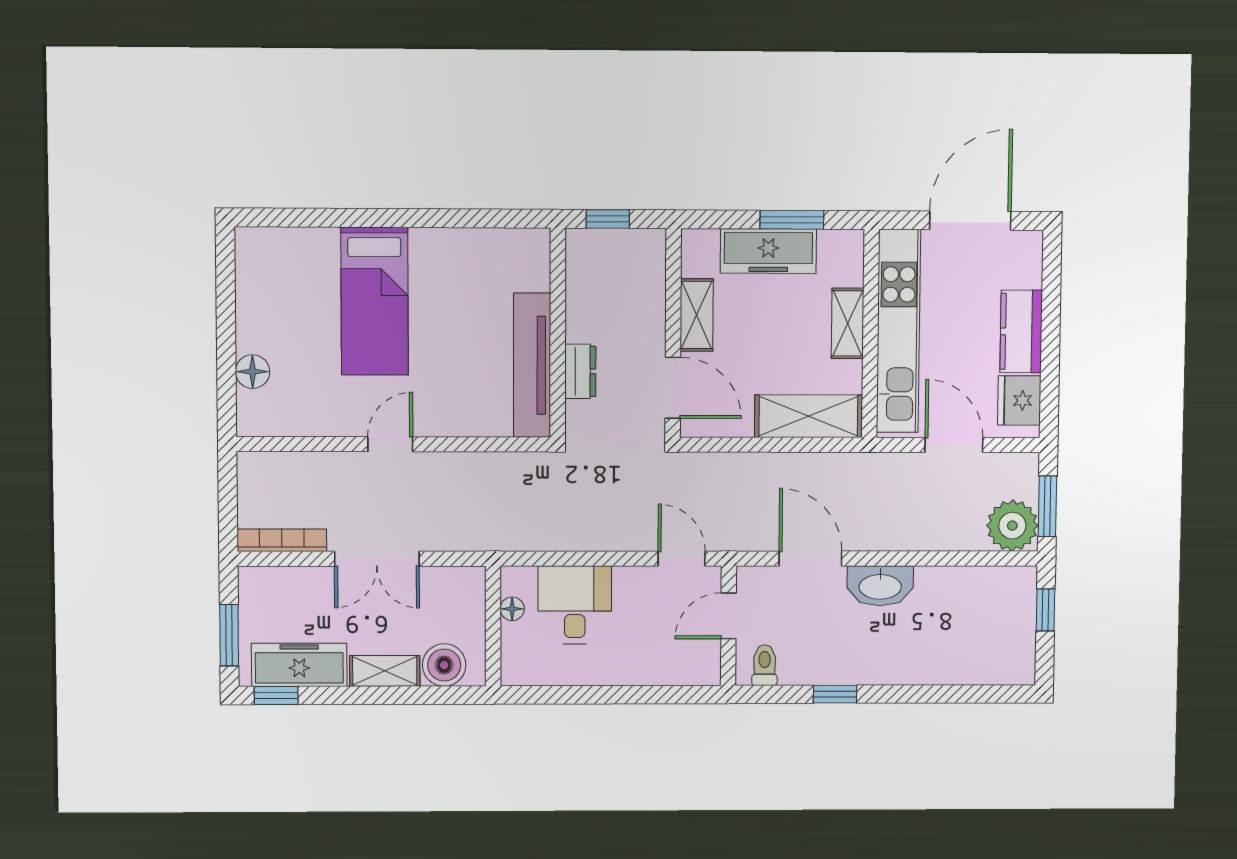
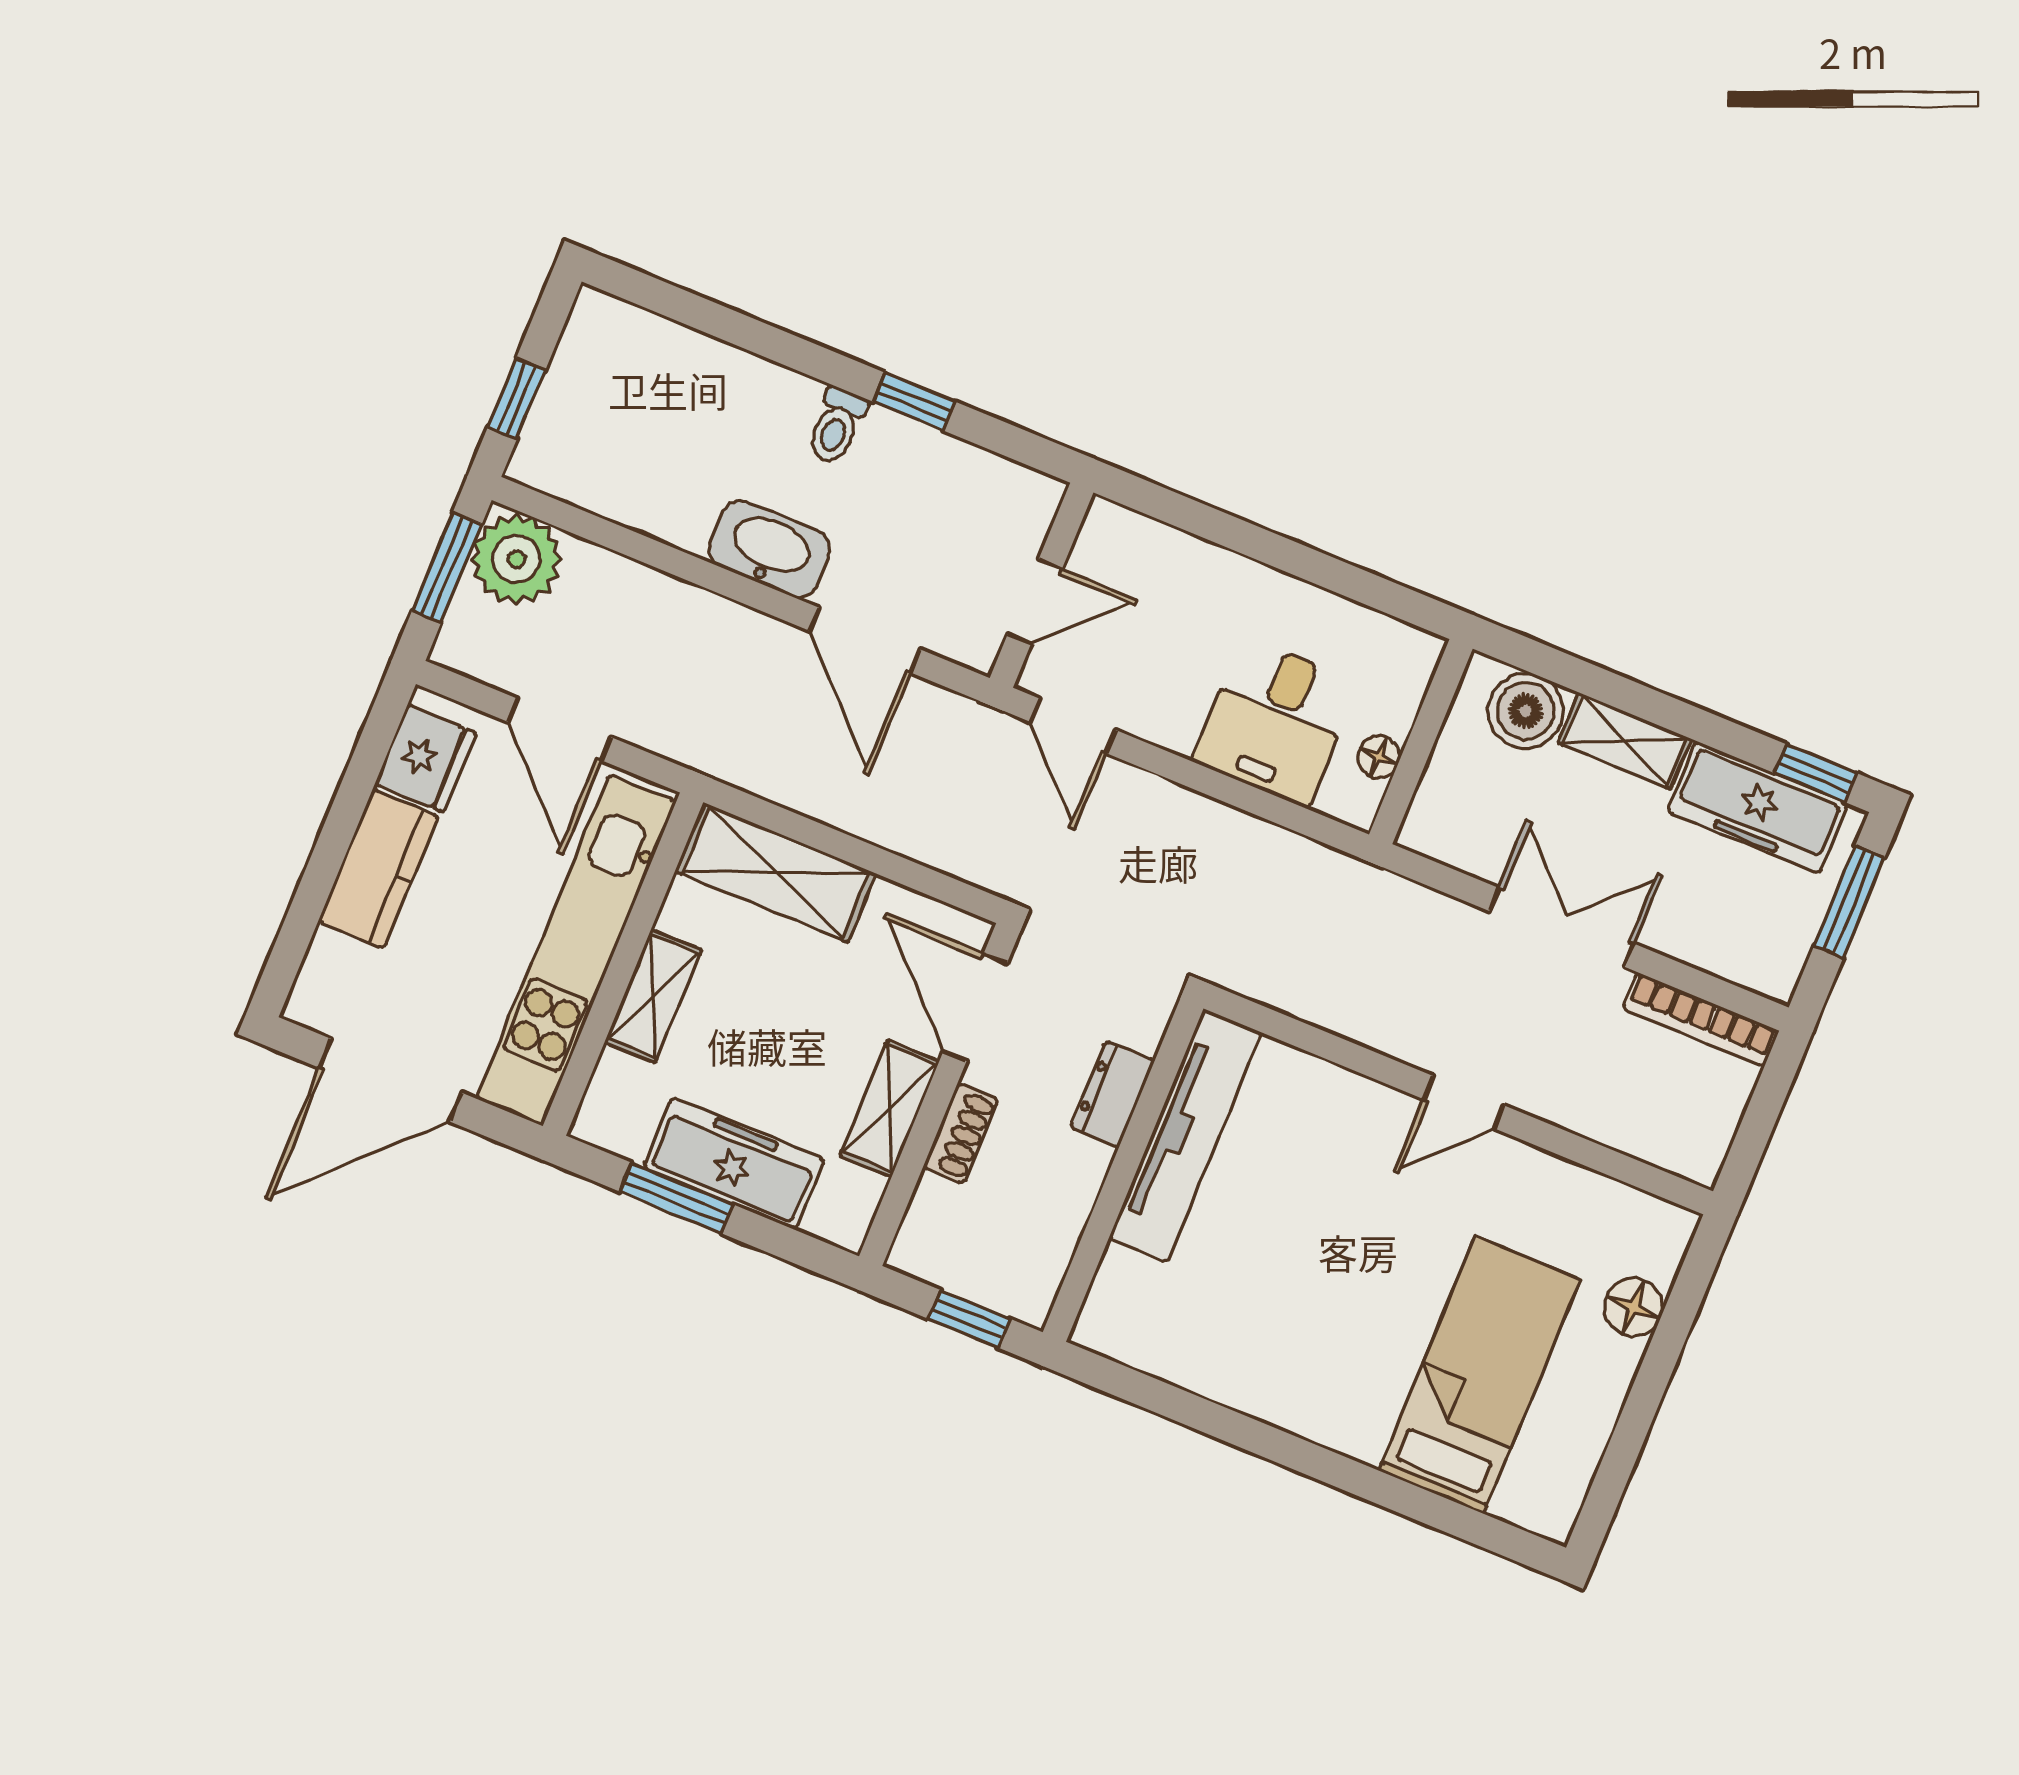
bed: (375, 301) -> (1479, 1375), moved
shoe rack: (653, 317) -> (961, 1133), added
toilet: (765, 665) -> (837, 426), moved

